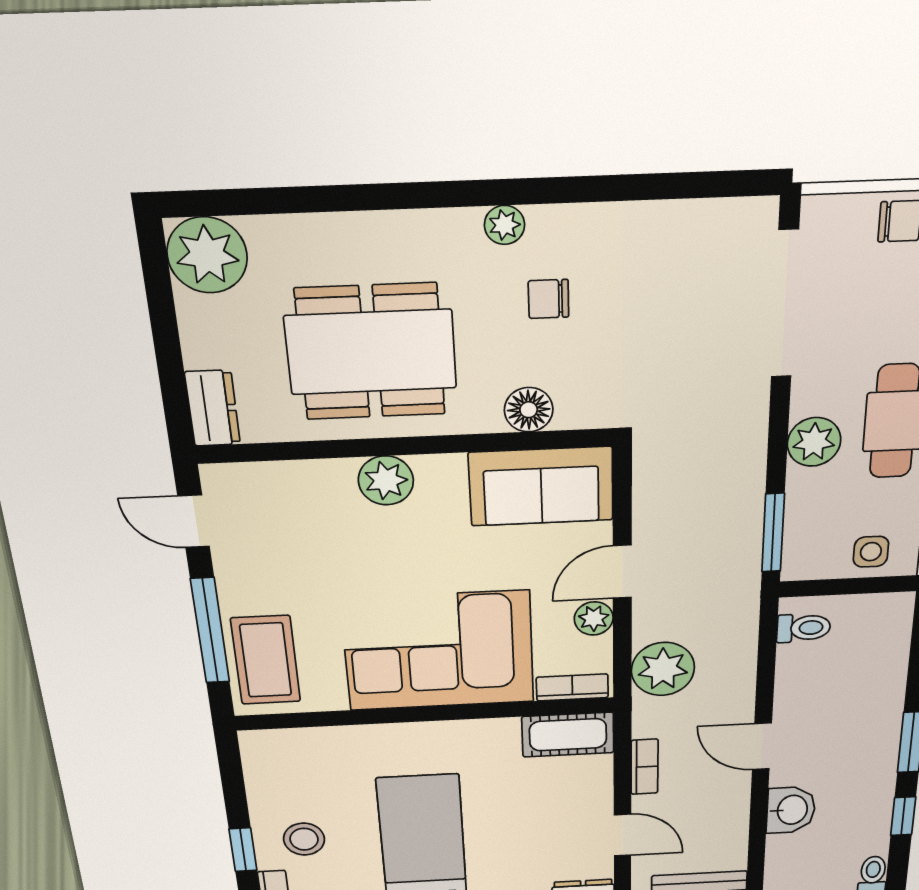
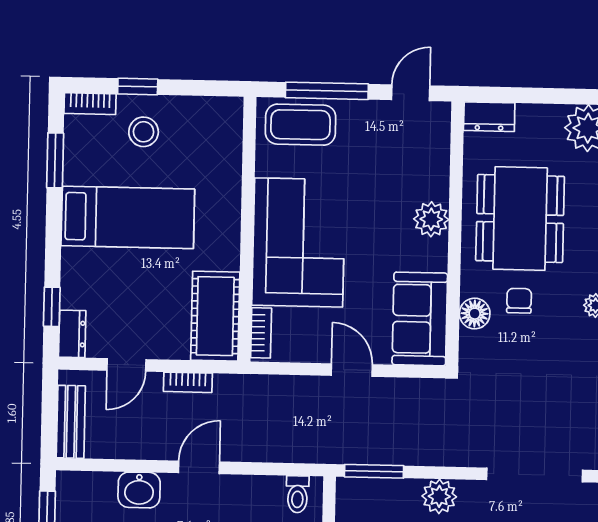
chair: (549, 299) -> (519, 301), moved
plant: (594, 618) -> (316, 350), removed
plant: (663, 669) -> (271, 397), removed
cot: (568, 735) -> (215, 316), width x1.37, depth x1.34

